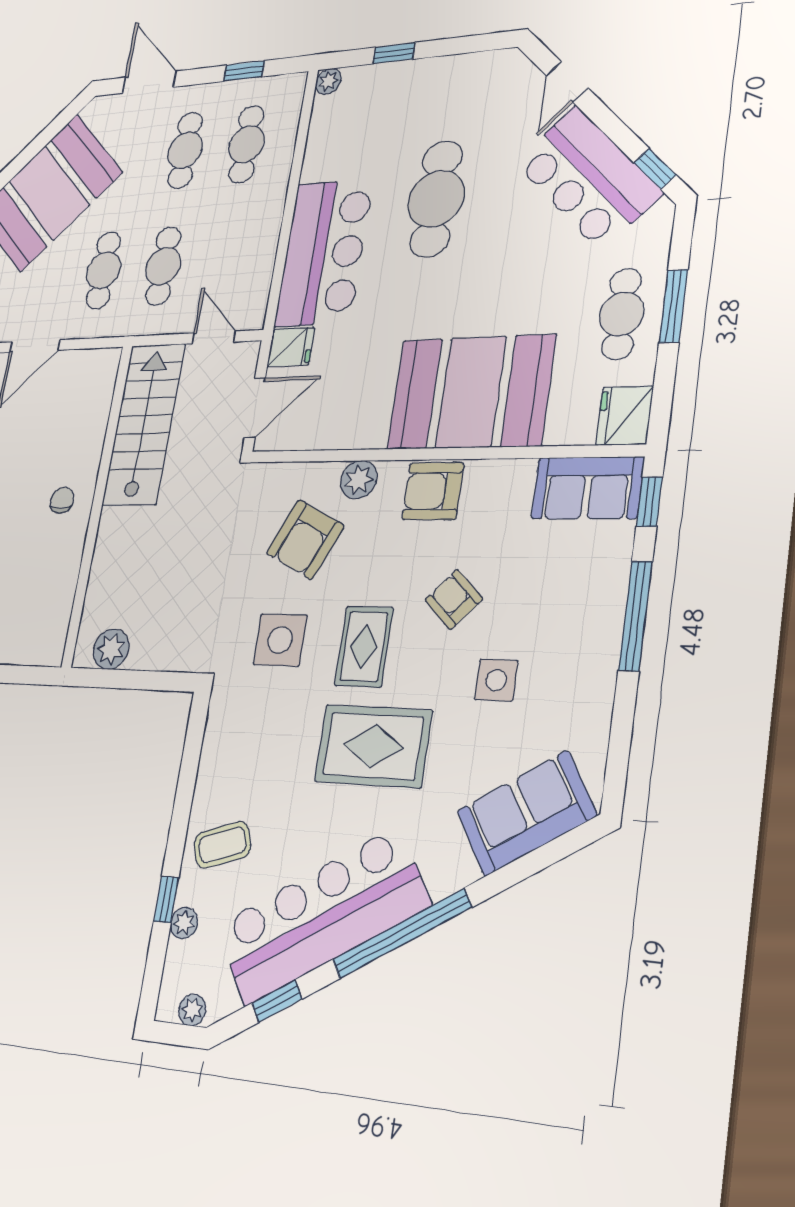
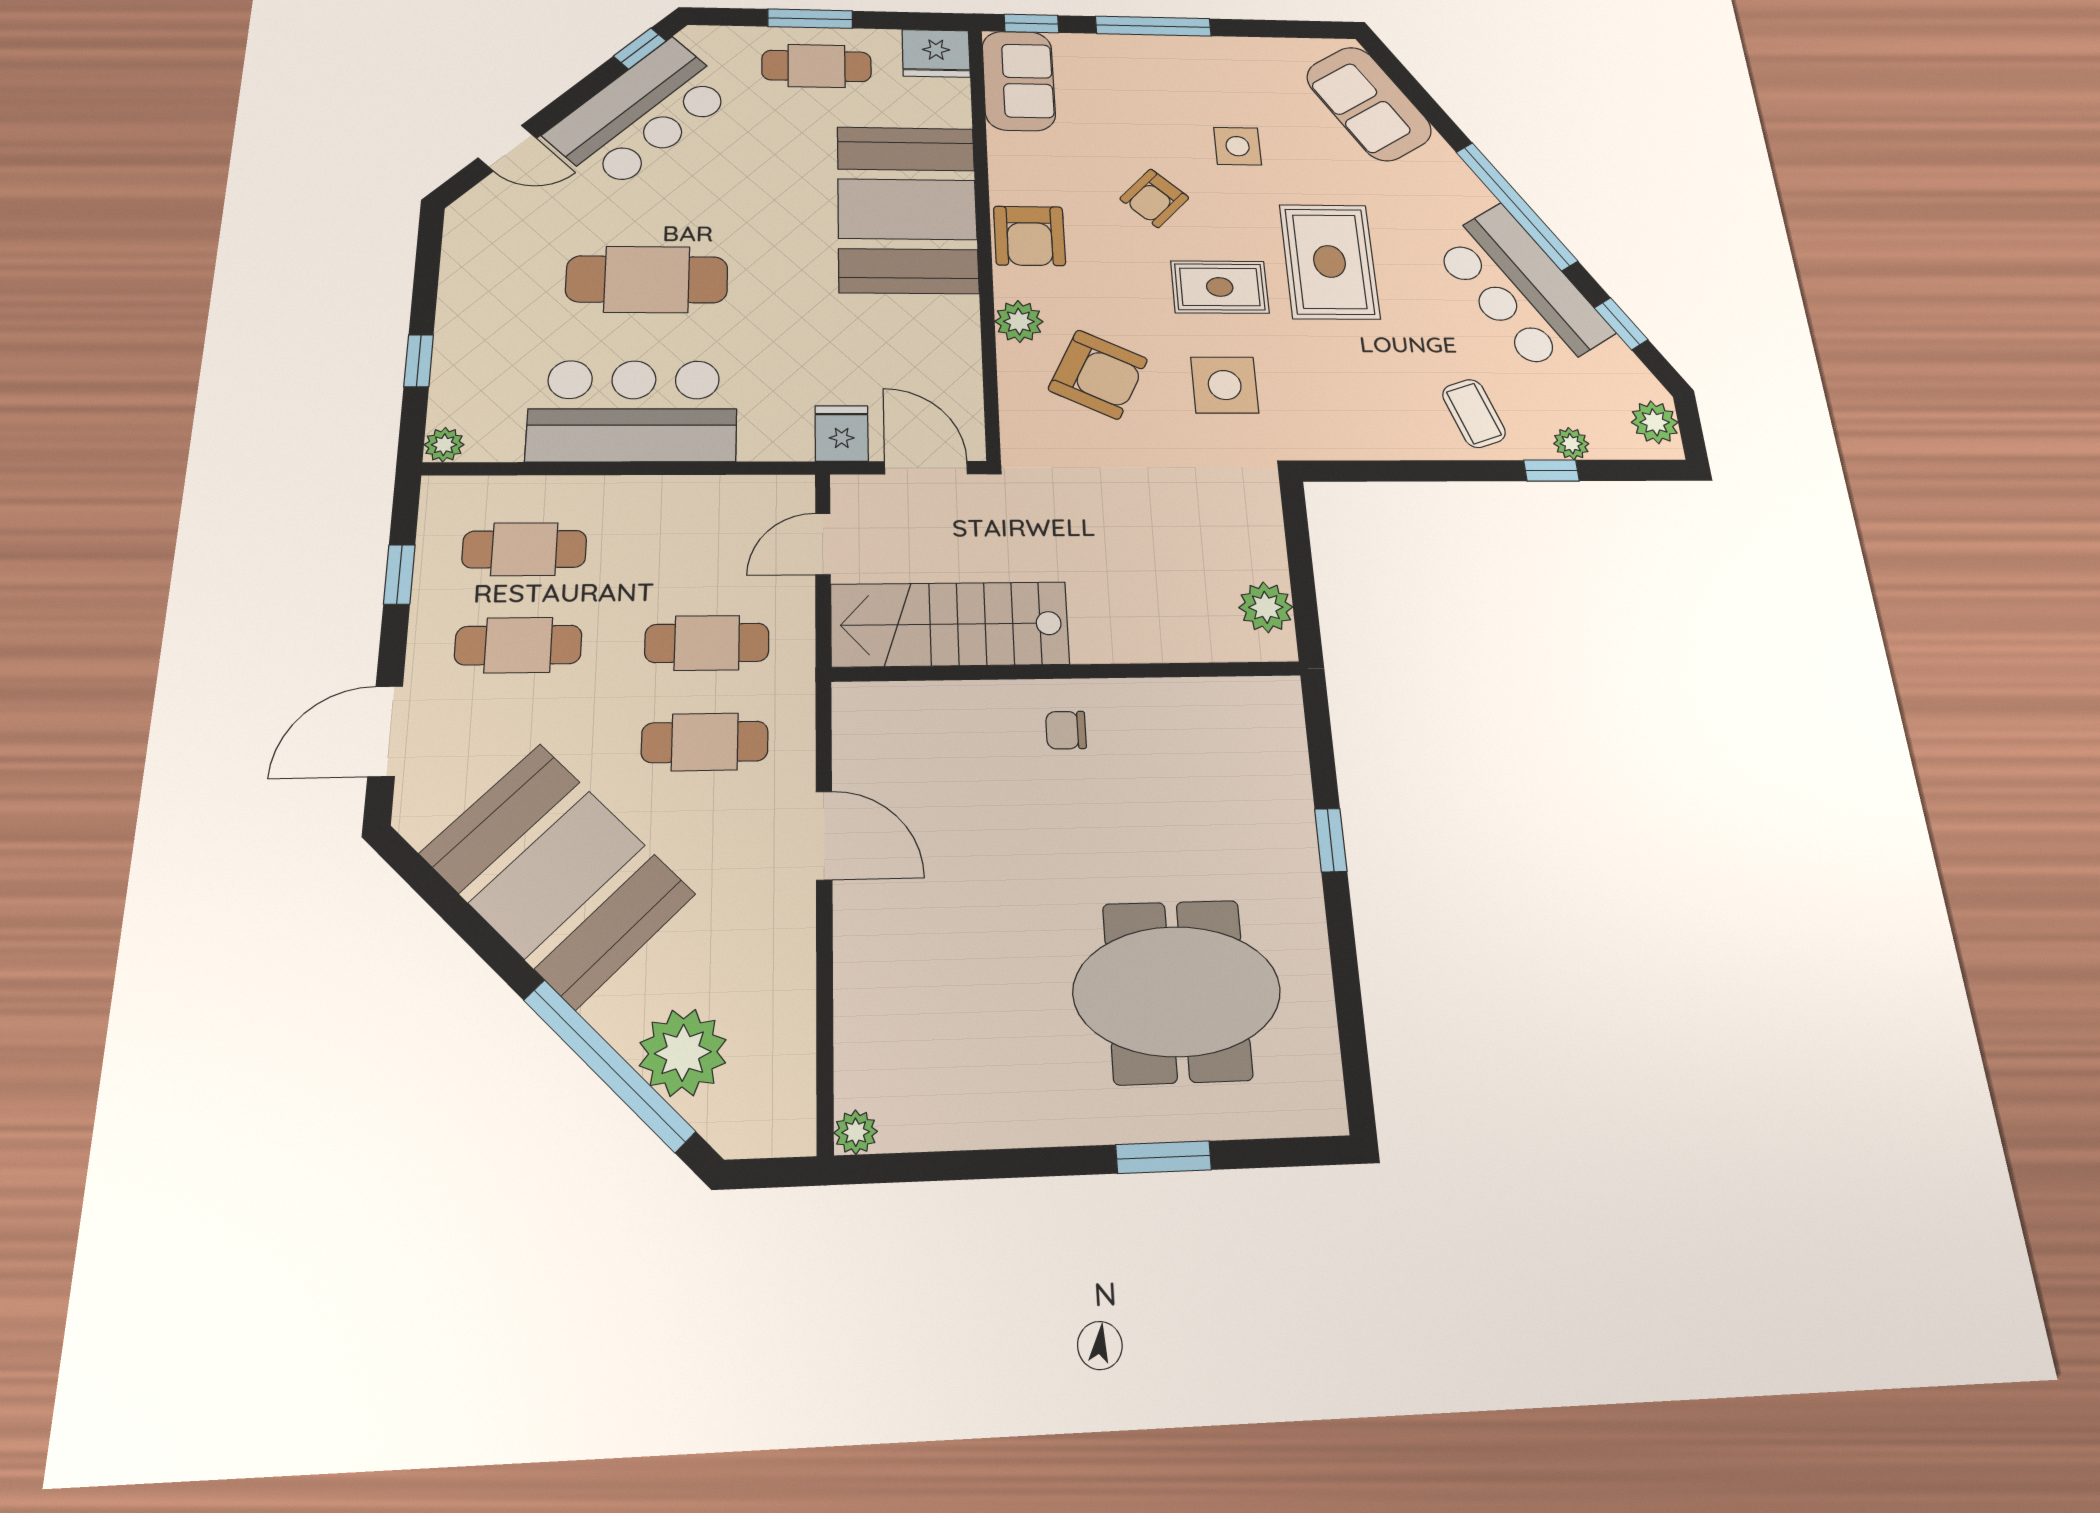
bar counter: (324, 253) -> (633, 411), moved
bar counter: (322, 916) -> (1521, 290), width x0.73
plant: (192, 1010) -> (1655, 422), width x1.38, depth x1.38

